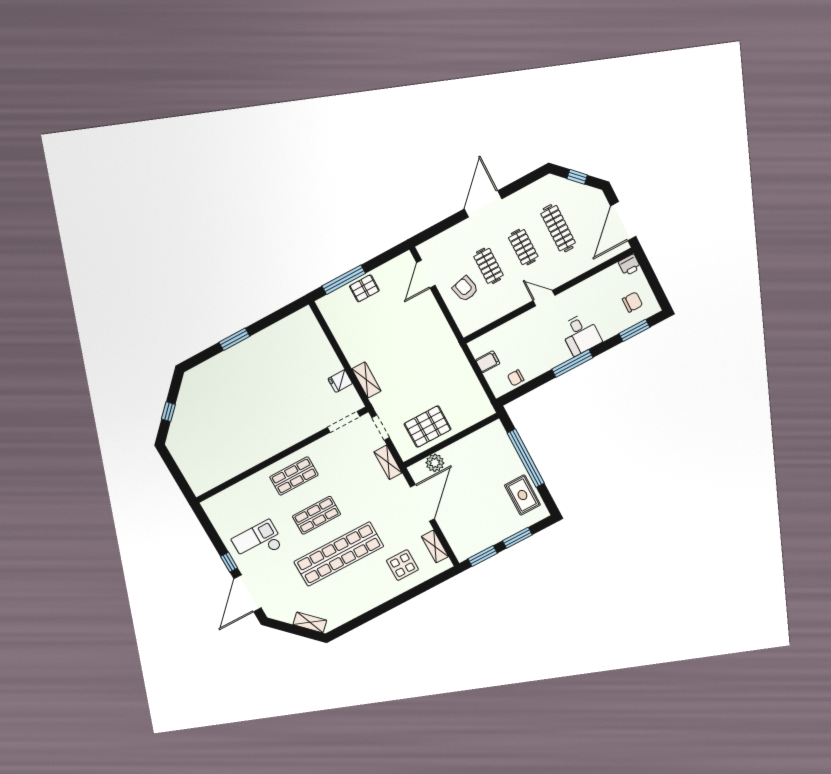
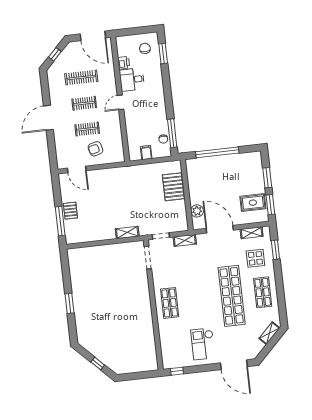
door: (483, 204) -> (48, 118), hinge flipped
printer: (629, 265) -> (124, 63), moved
desk: (581, 334) -> (132, 80), moved, turned 180
window: (572, 363) -> (172, 133), moved
fridge: (340, 381) -> (121, 249), removed
pallet: (428, 427) -> (173, 187), moved
rug: (522, 495) -> (253, 203), moved
shop shelf: (317, 515) -> (263, 292), moved
window: (229, 562) -> (177, 371), moved
window: (425, 586) -> (275, 250), added

